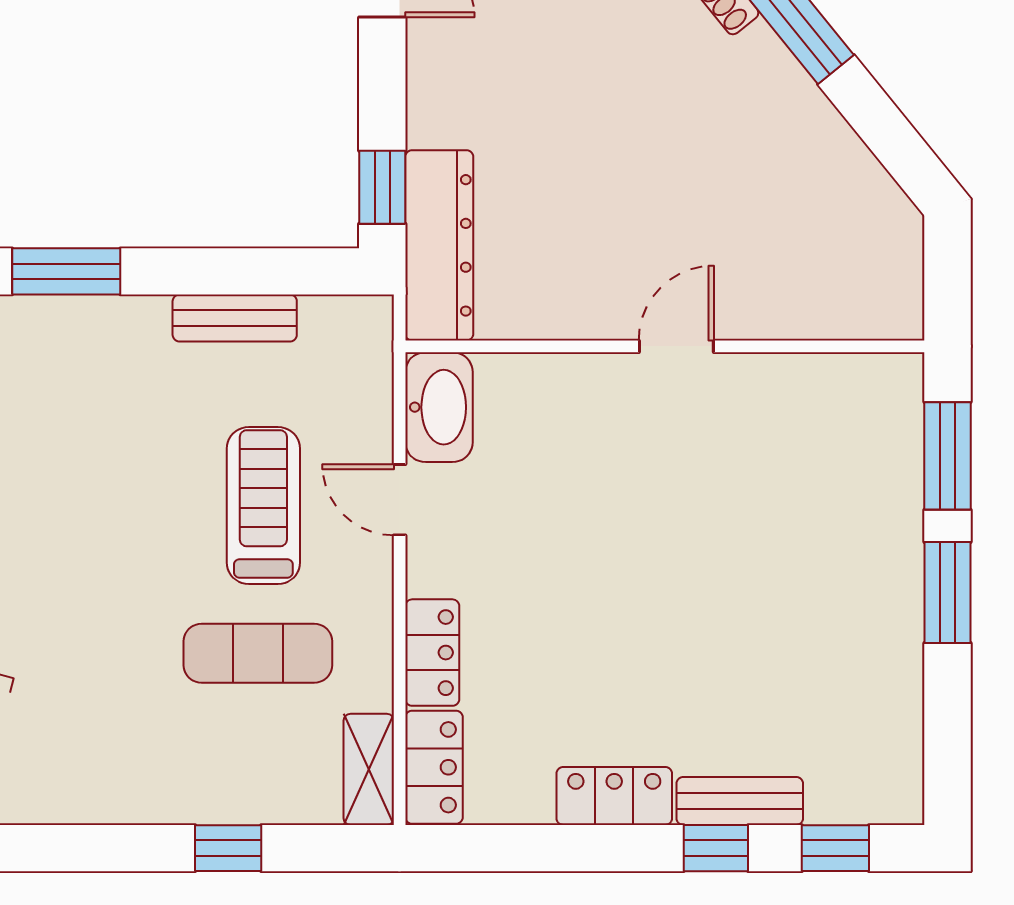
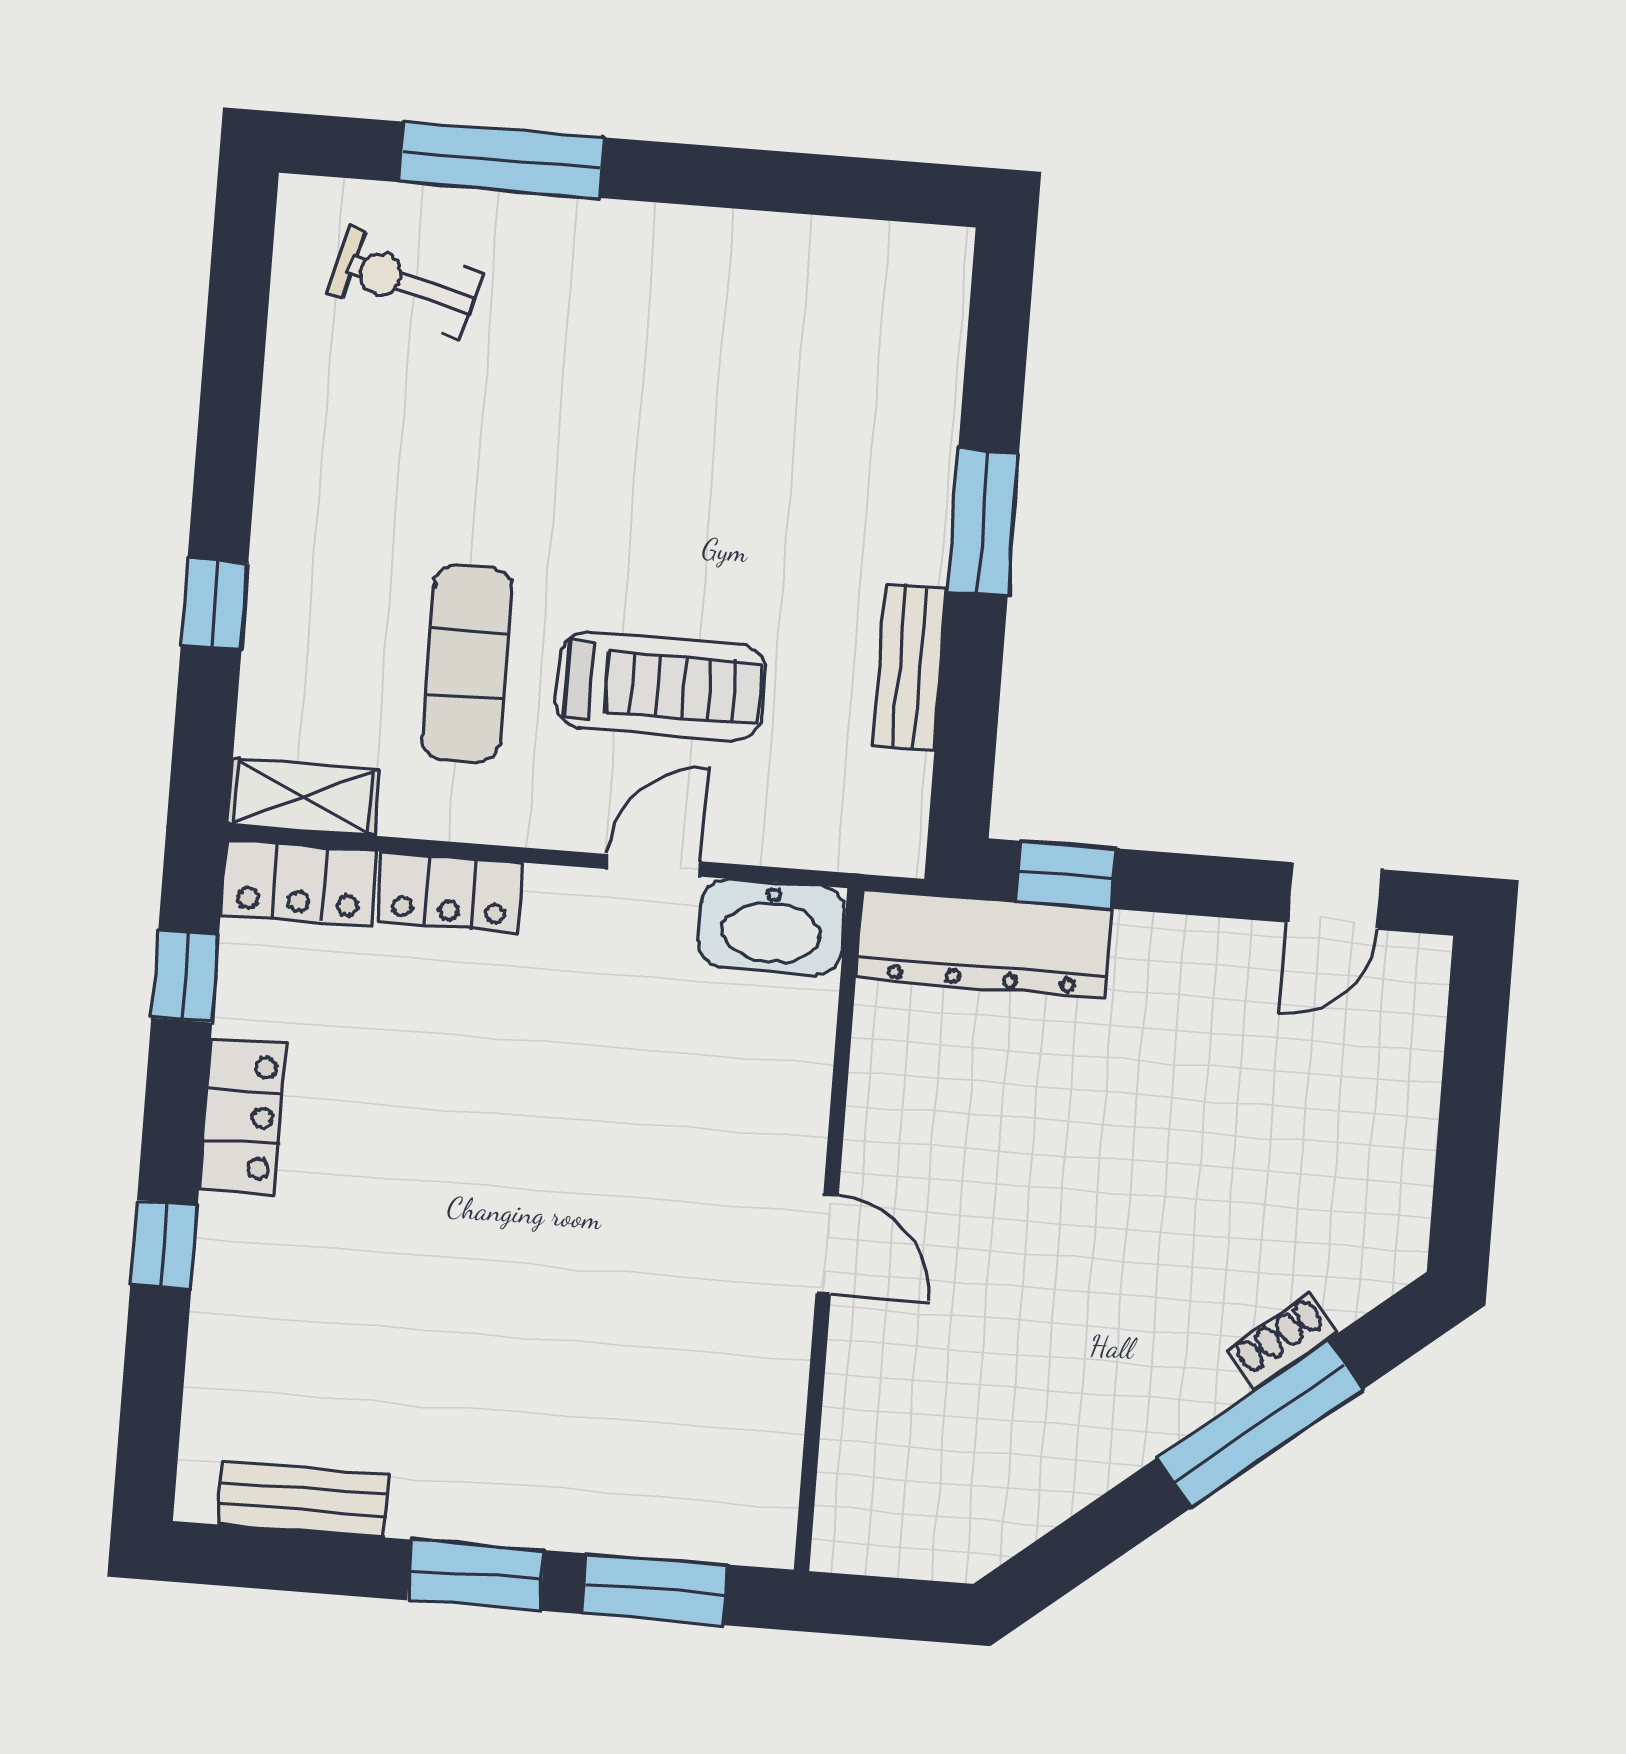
window: (66, 271) -> (983, 522), moved
bench: (740, 801) -> (303, 1499), moved, turned 90
window: (835, 848) -> (185, 976), moved

